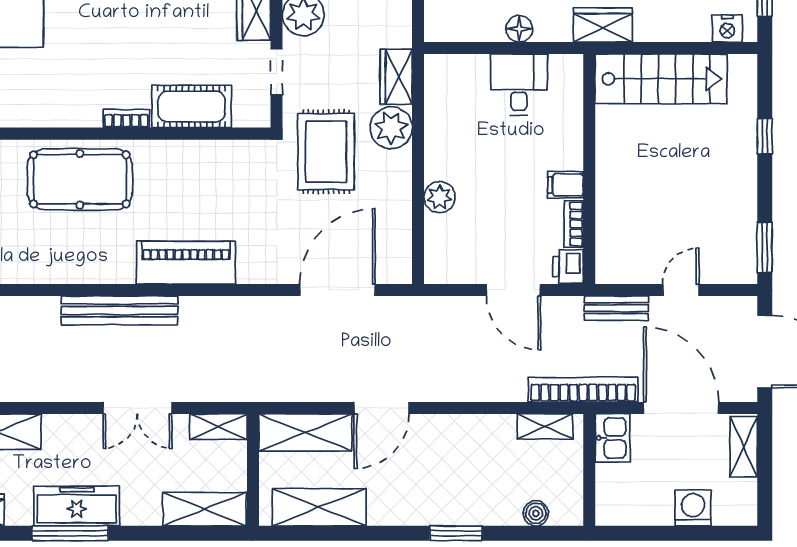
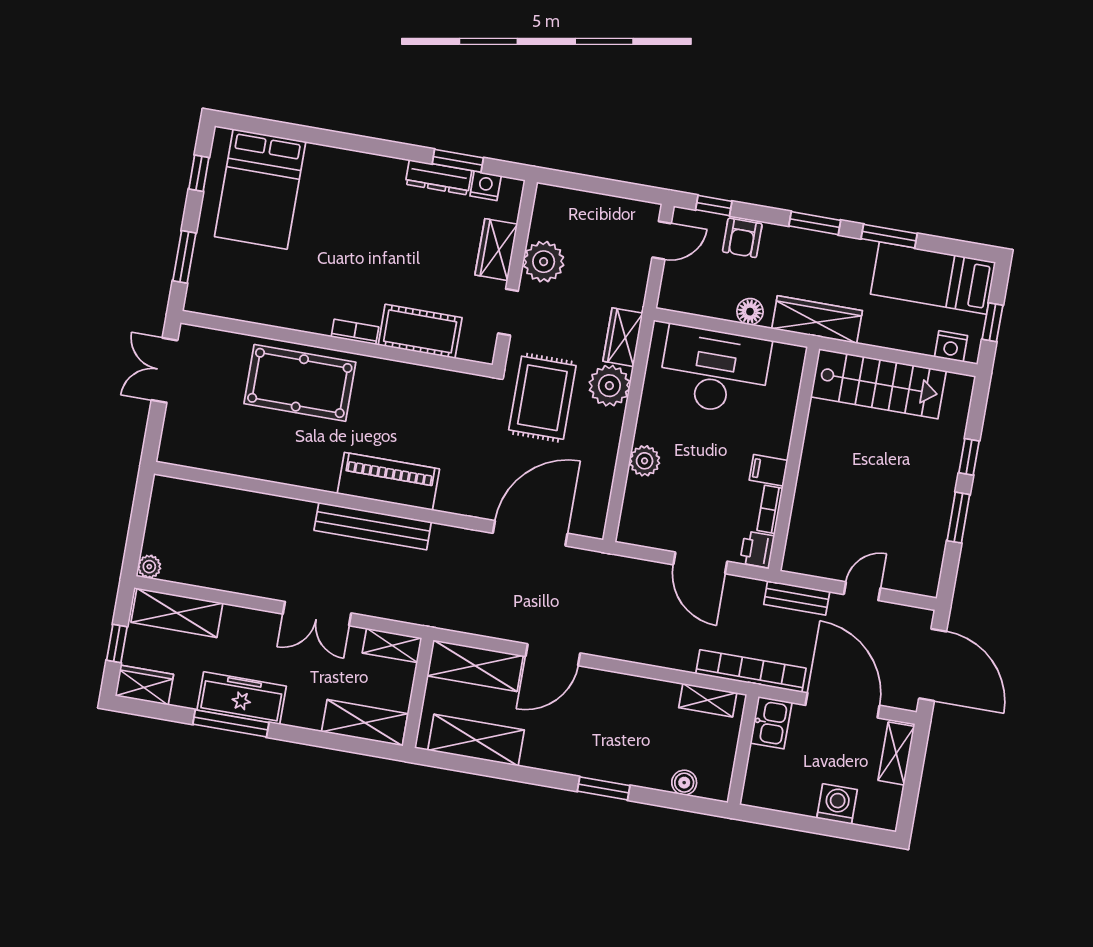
wardrobe: (603, 25) -> (817, 320), width x1.50
desk: (519, 85) -> (715, 370), width x1.87, depth x1.30
window: (765, 247) -> (958, 518), moved
bench: (119, 310) -> (373, 526), moved

